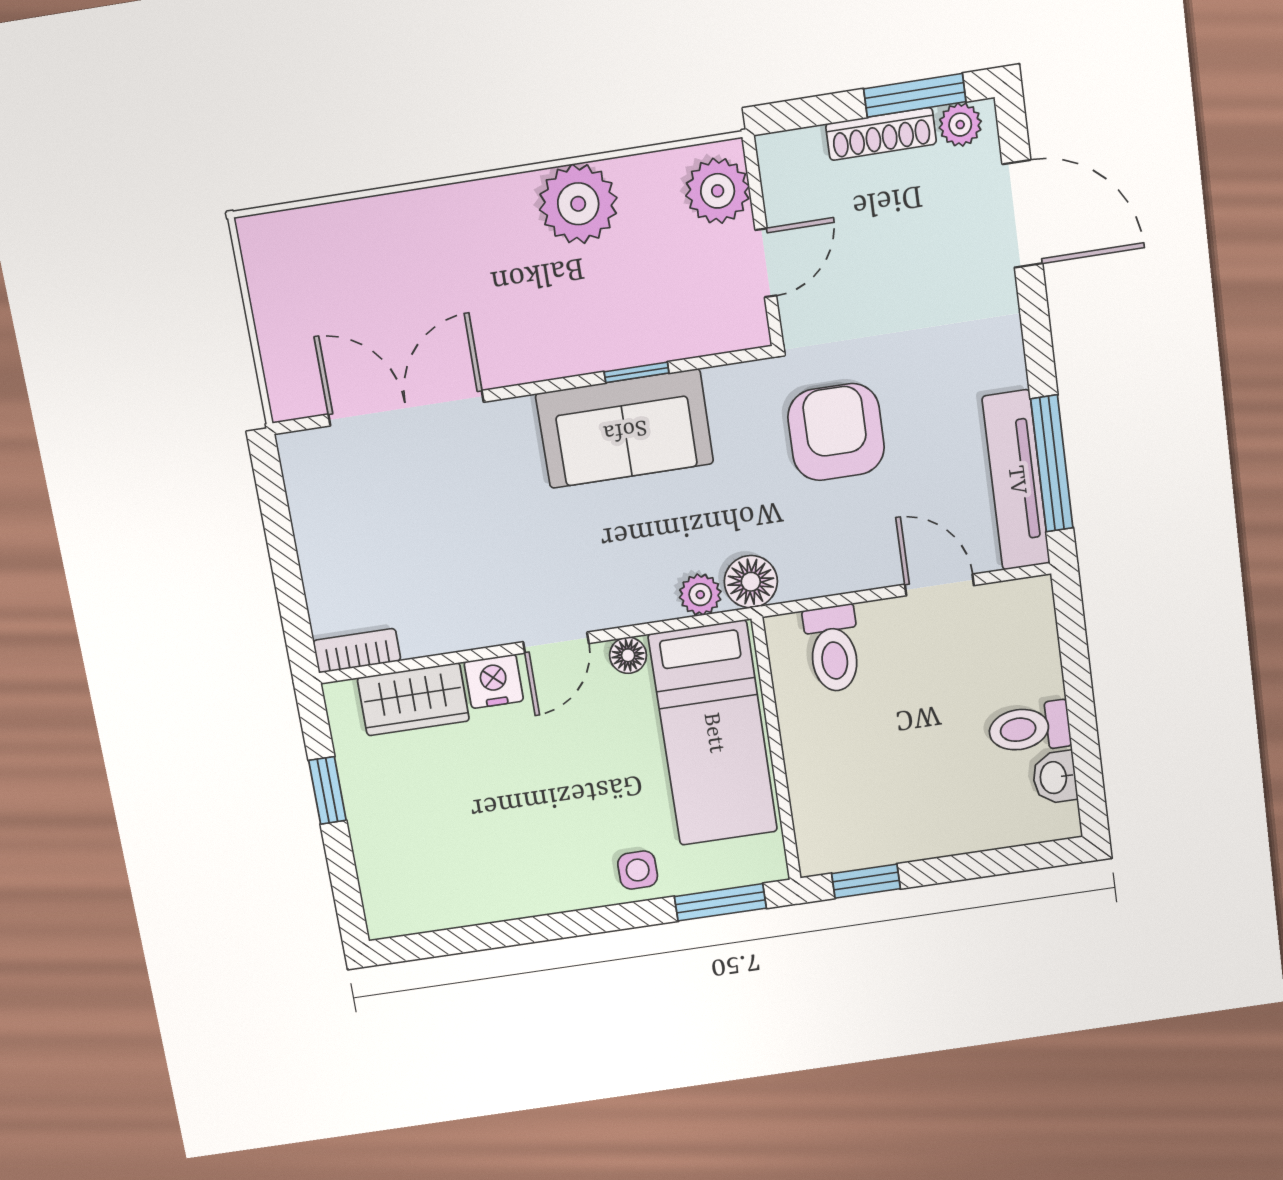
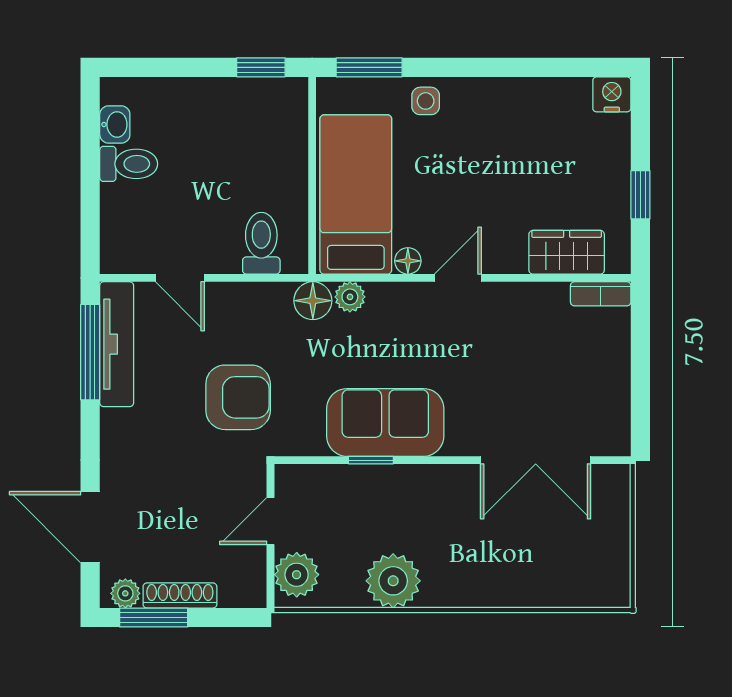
armchair: (836, 432) -> (238, 397), turned -90
nightstand: (494, 681) -> (612, 94), moved, turned 180

